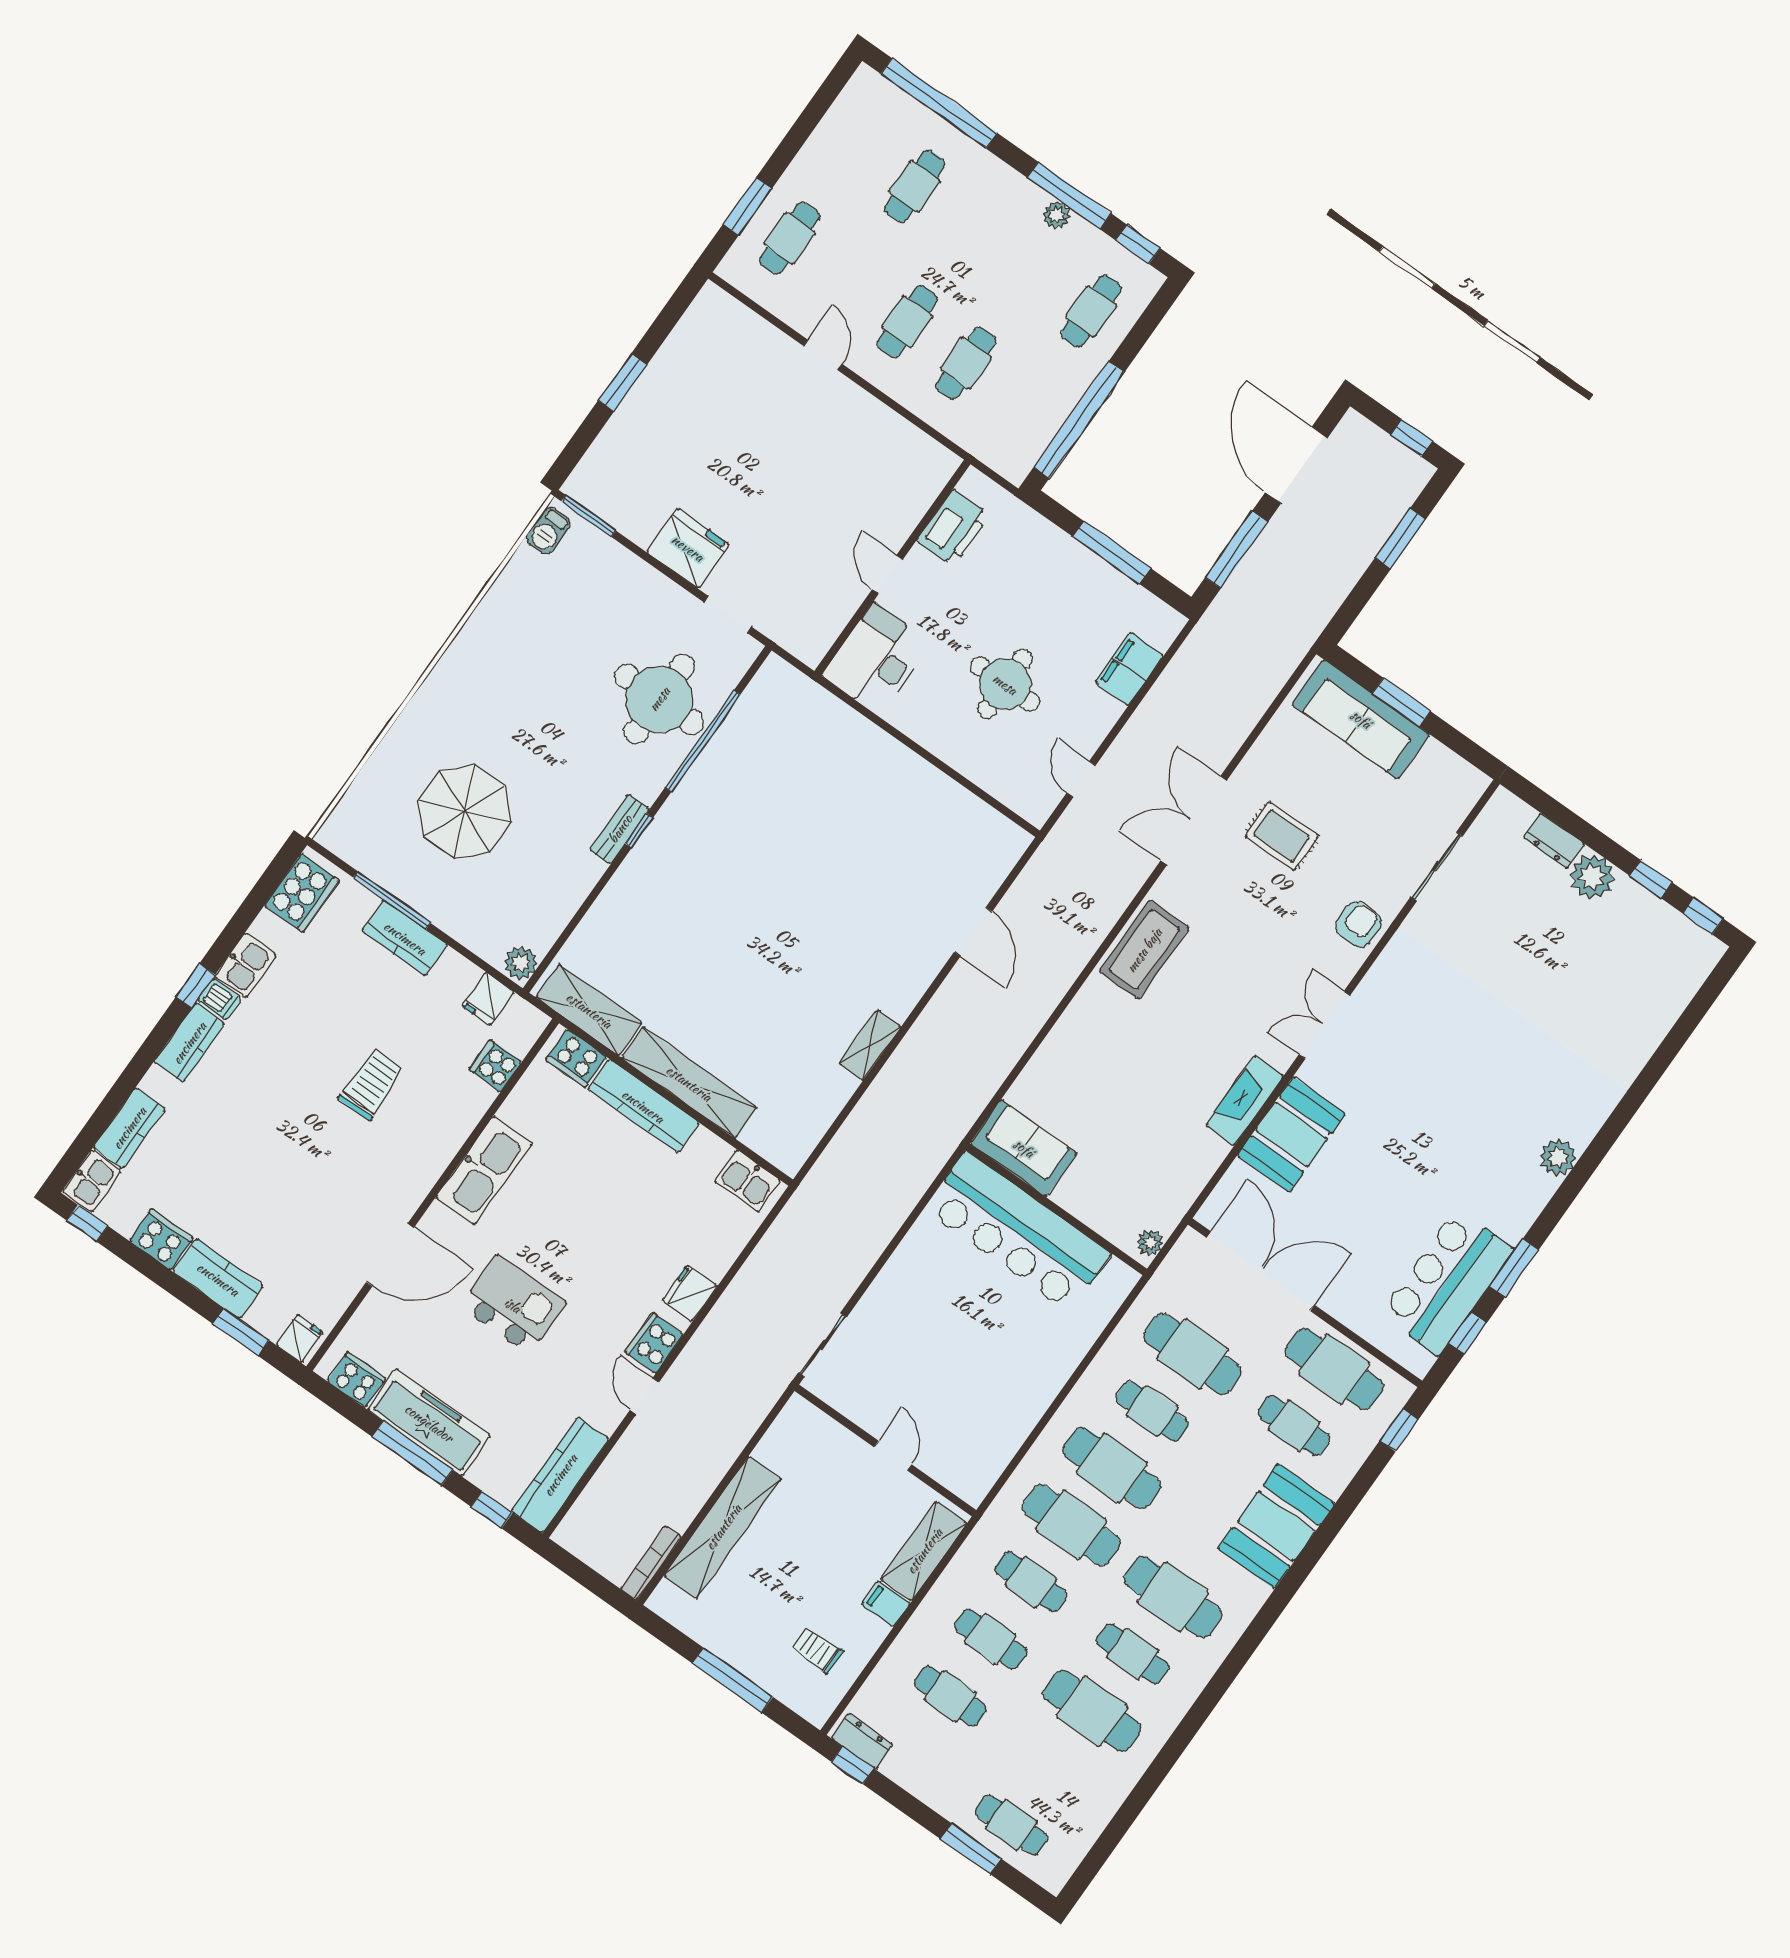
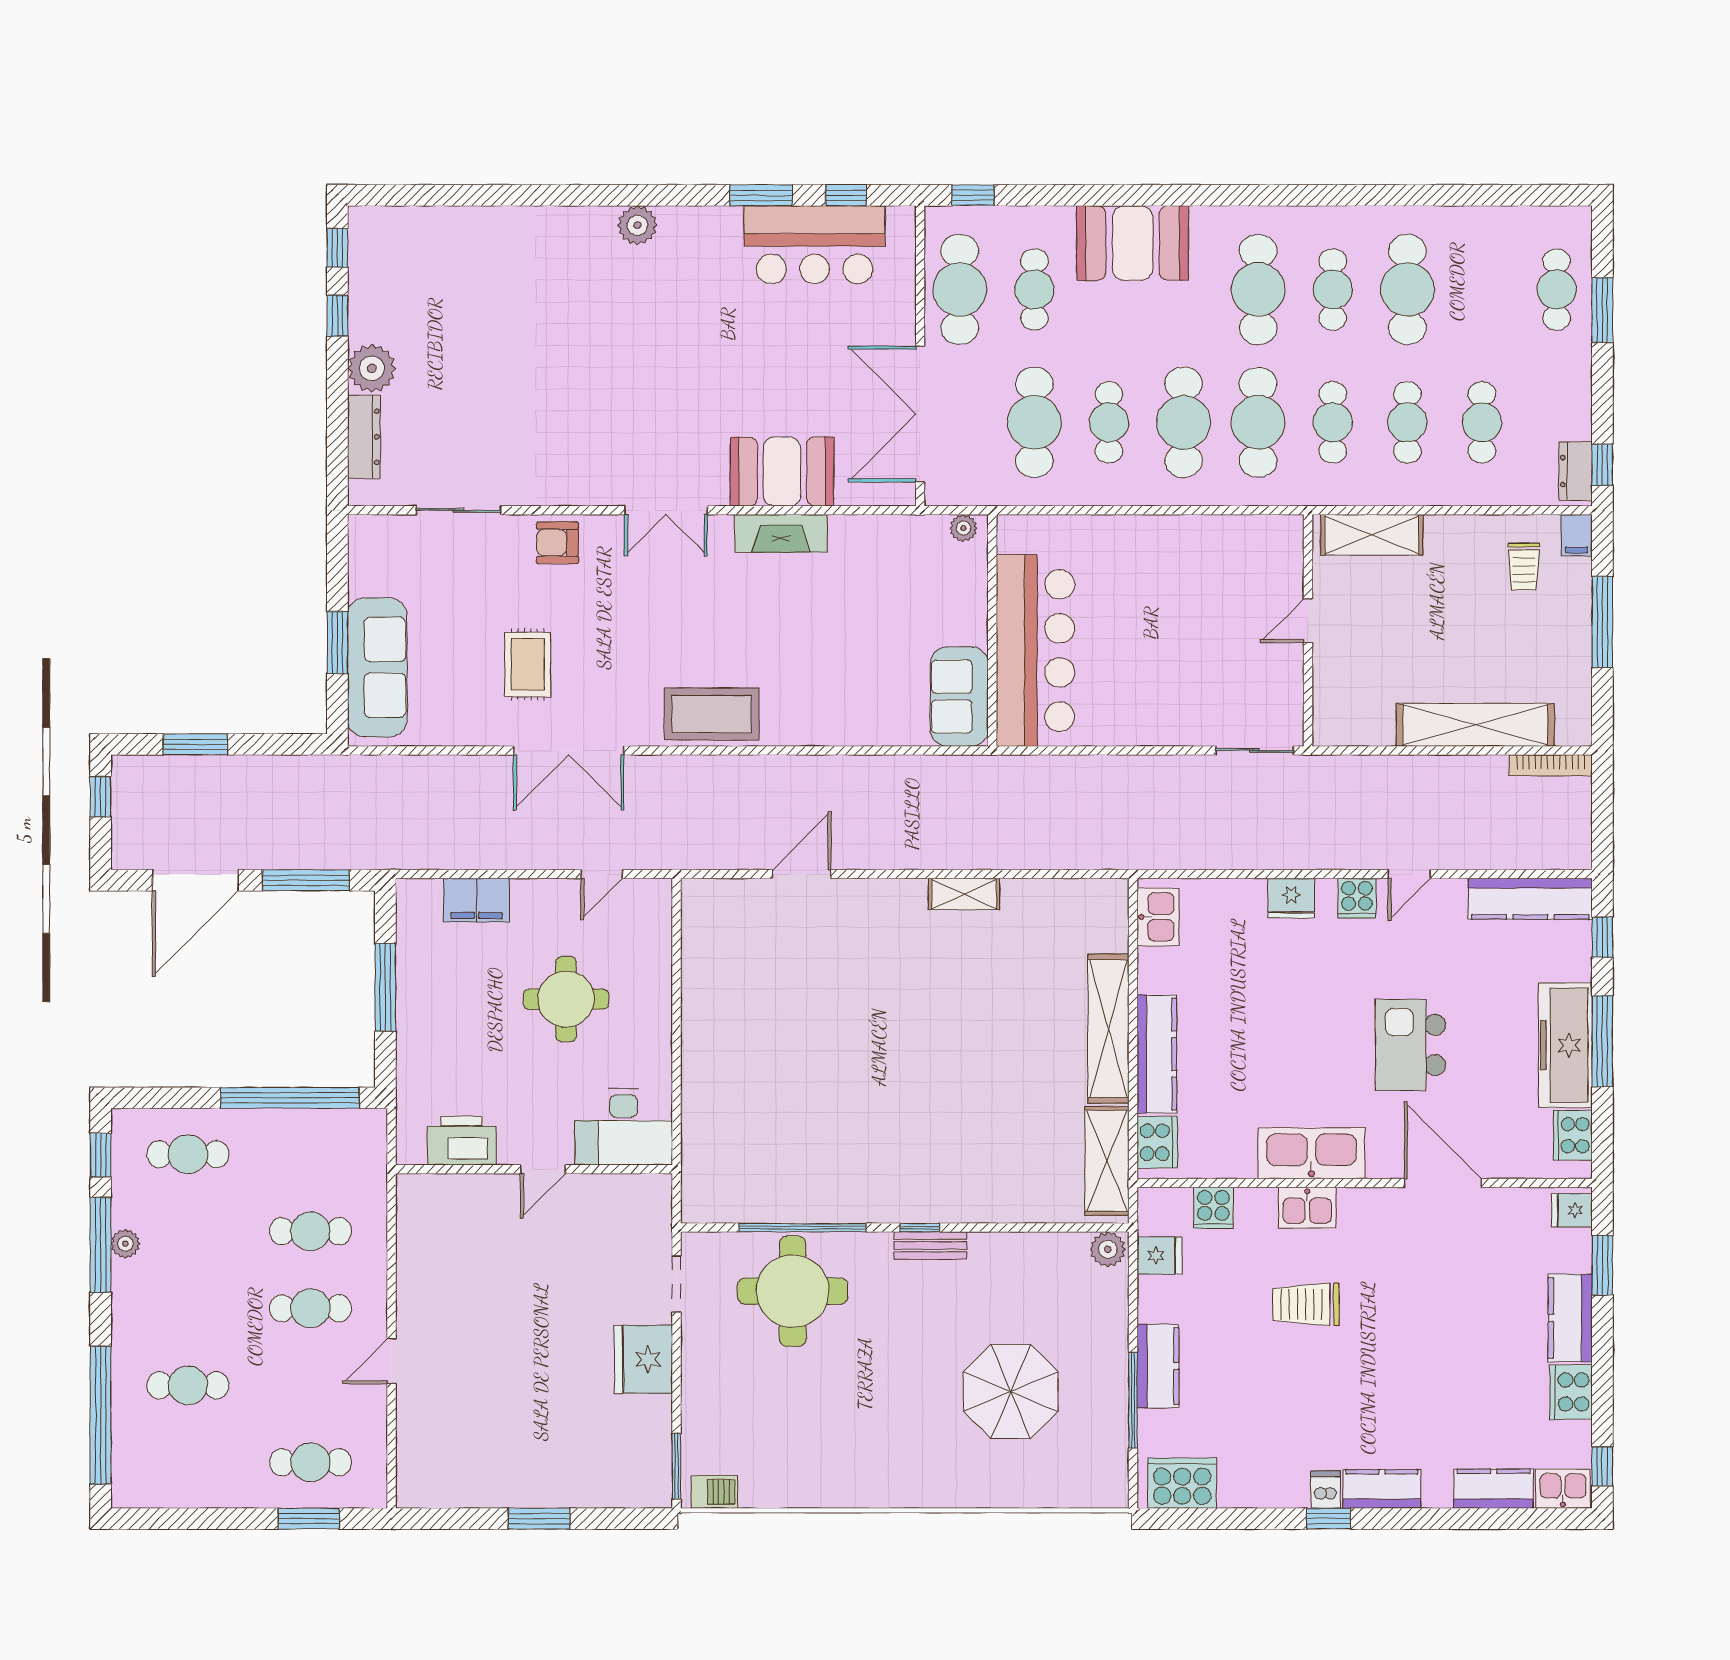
dresser: (1554, 841) -> (364, 437), width x1.44
kitchen sink: (246, 965) -> (1307, 1208), moved, turned 180
cooker: (654, 1343) -> (1357, 898), width x0.73
filing cabinet: (886, 1604) -> (1576, 535), moved

